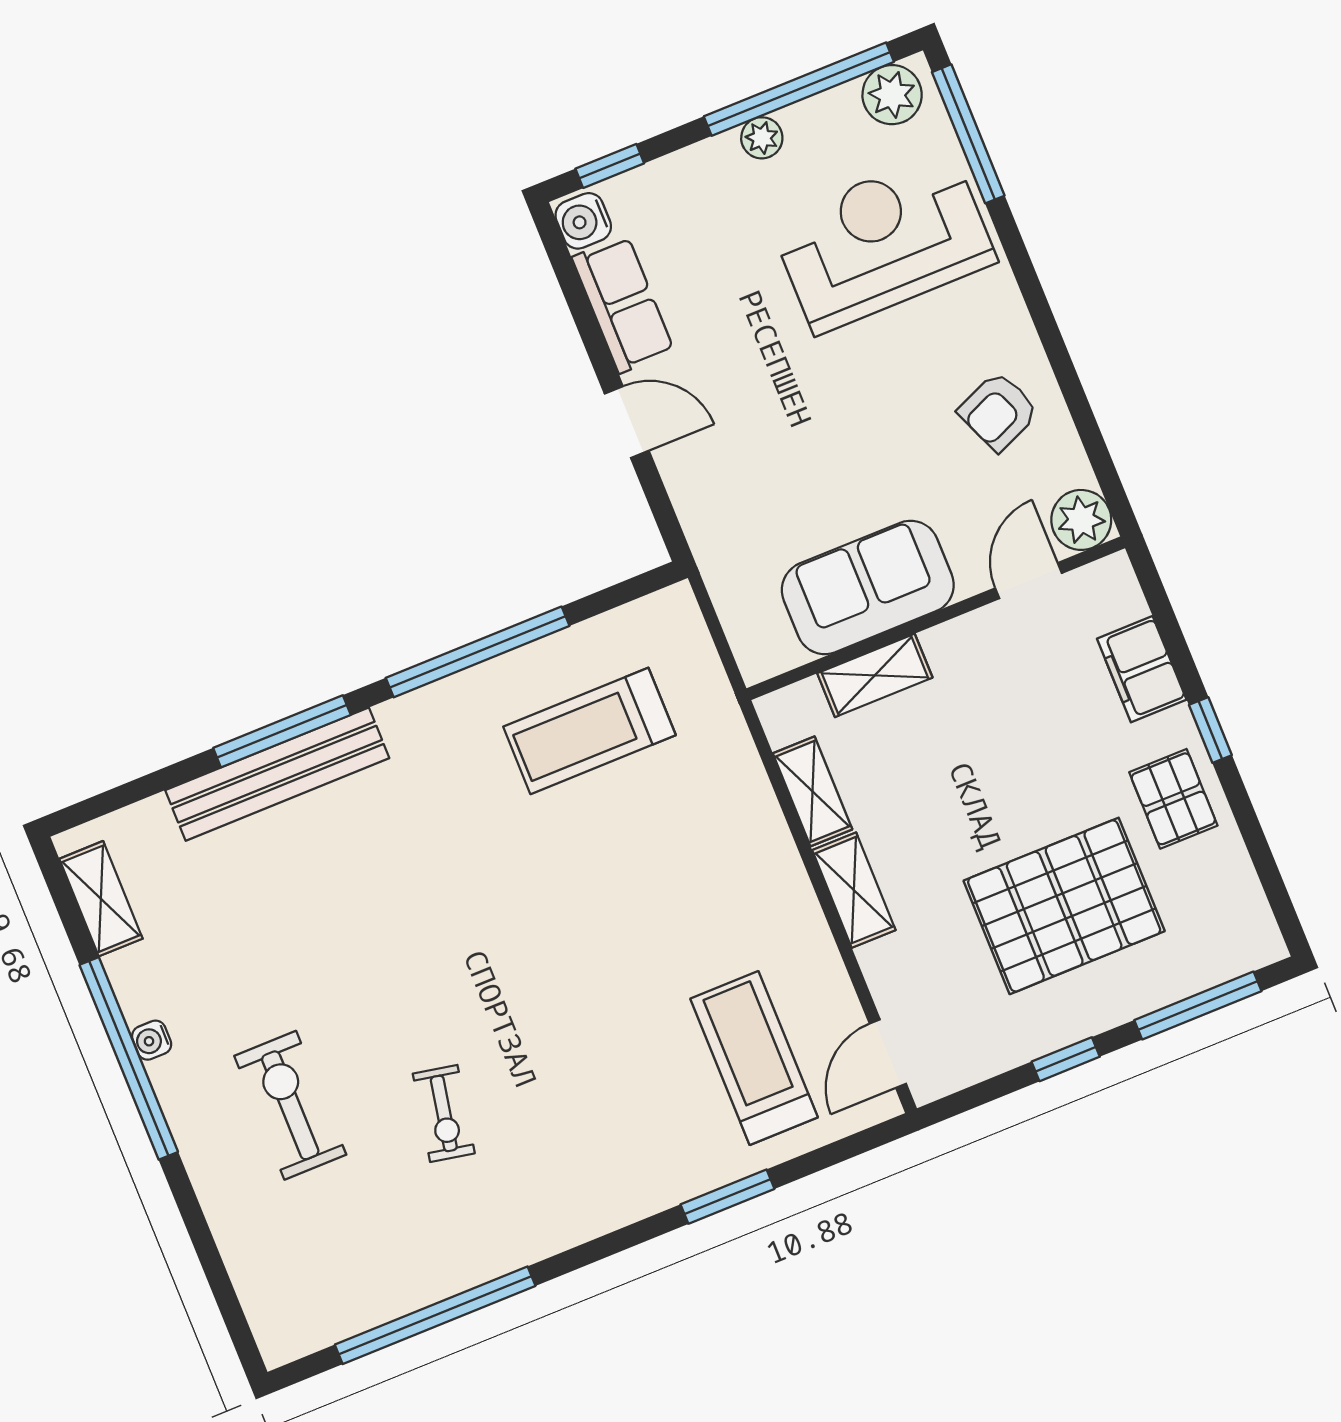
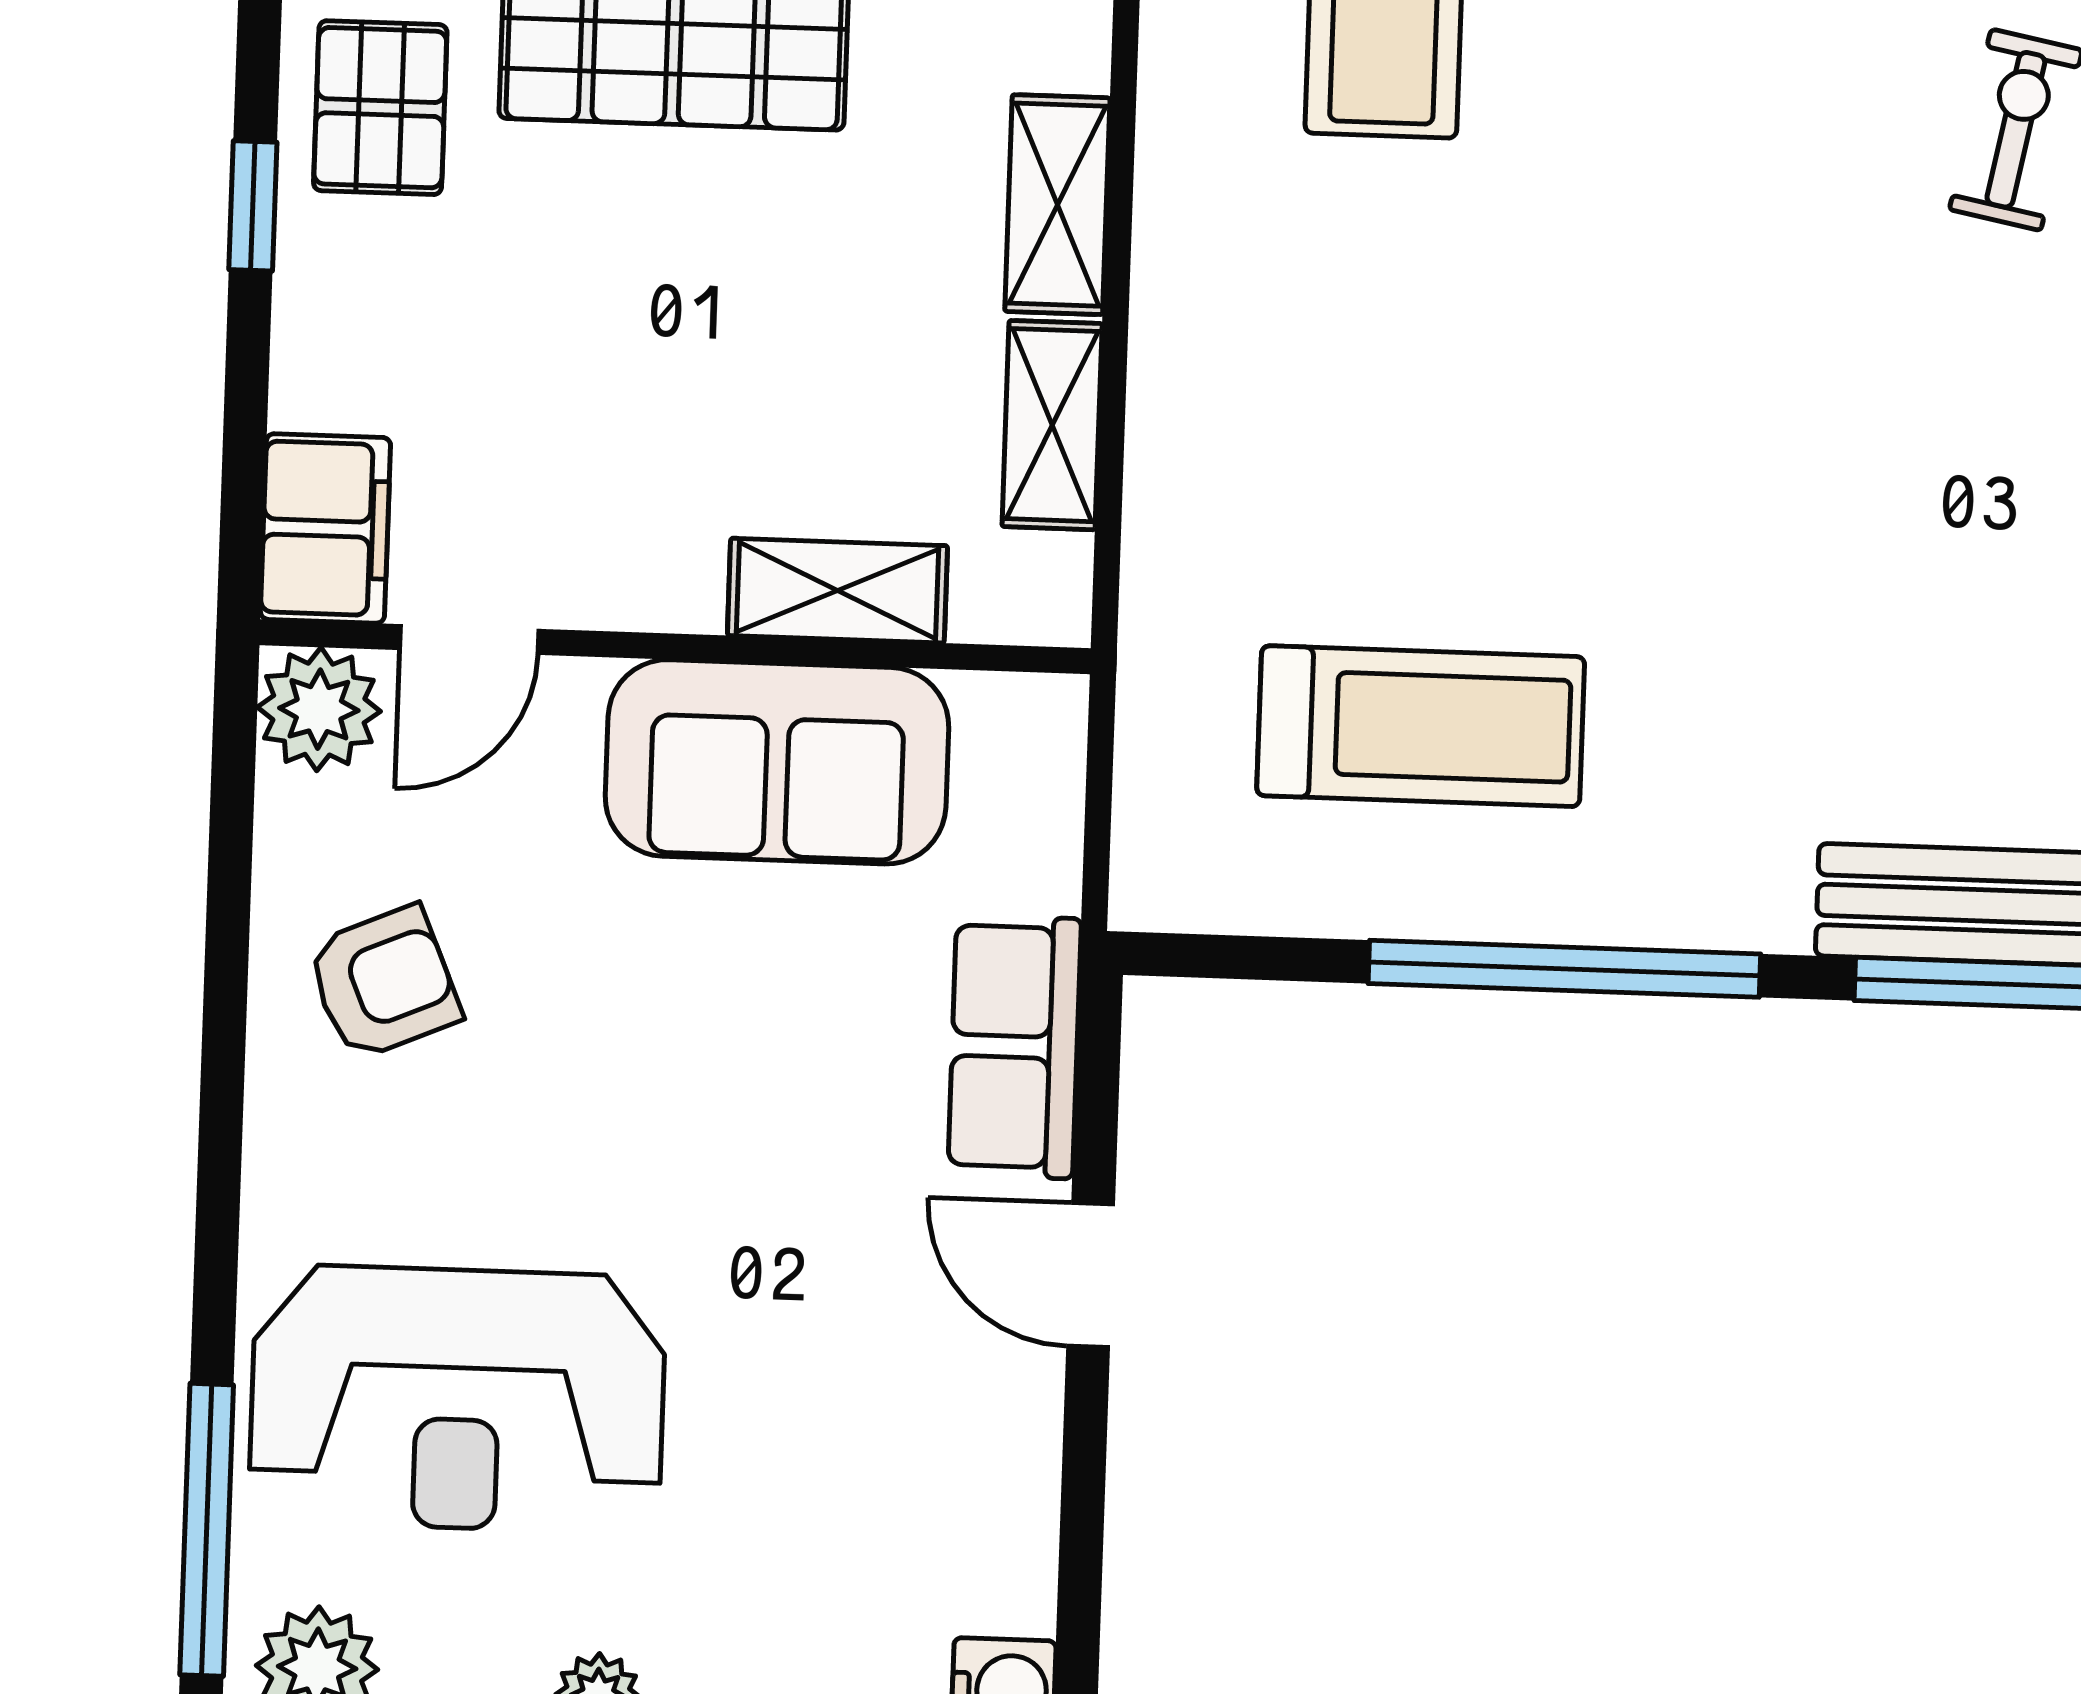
row of seats: (623, 304) -> (1014, 1047), moved
filing cabinet: (1142, 669) -> (325, 528), moved

